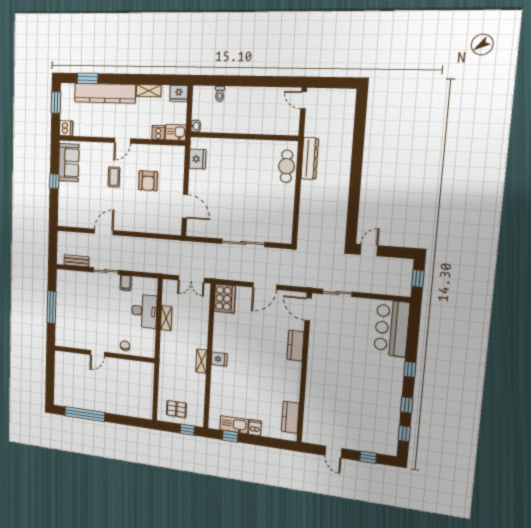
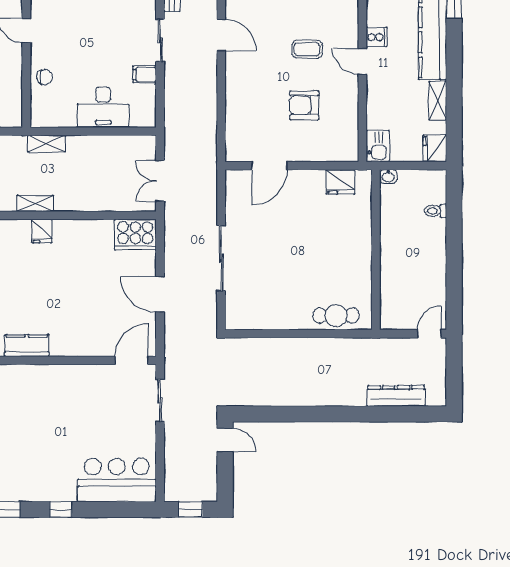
cooker: (158, 133) -> (377, 37), moved
dresser: (310, 158) -> (396, 396), moved, turned 180
shelving: (166, 318) -> (47, 144), moved
kitchen counter: (295, 346) -> (27, 346), moved

